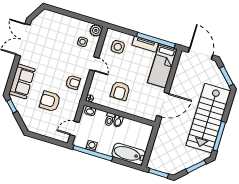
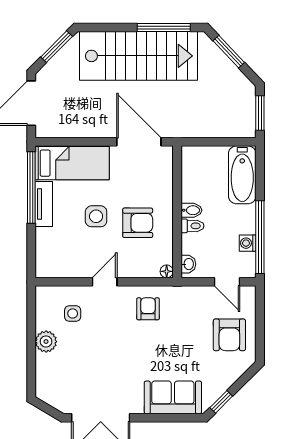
plant: (96, 30) -> (46, 342), moved
side table: (118, 47) -> (96, 216), moved
armchair: (50, 101) -> (229, 335), moved

